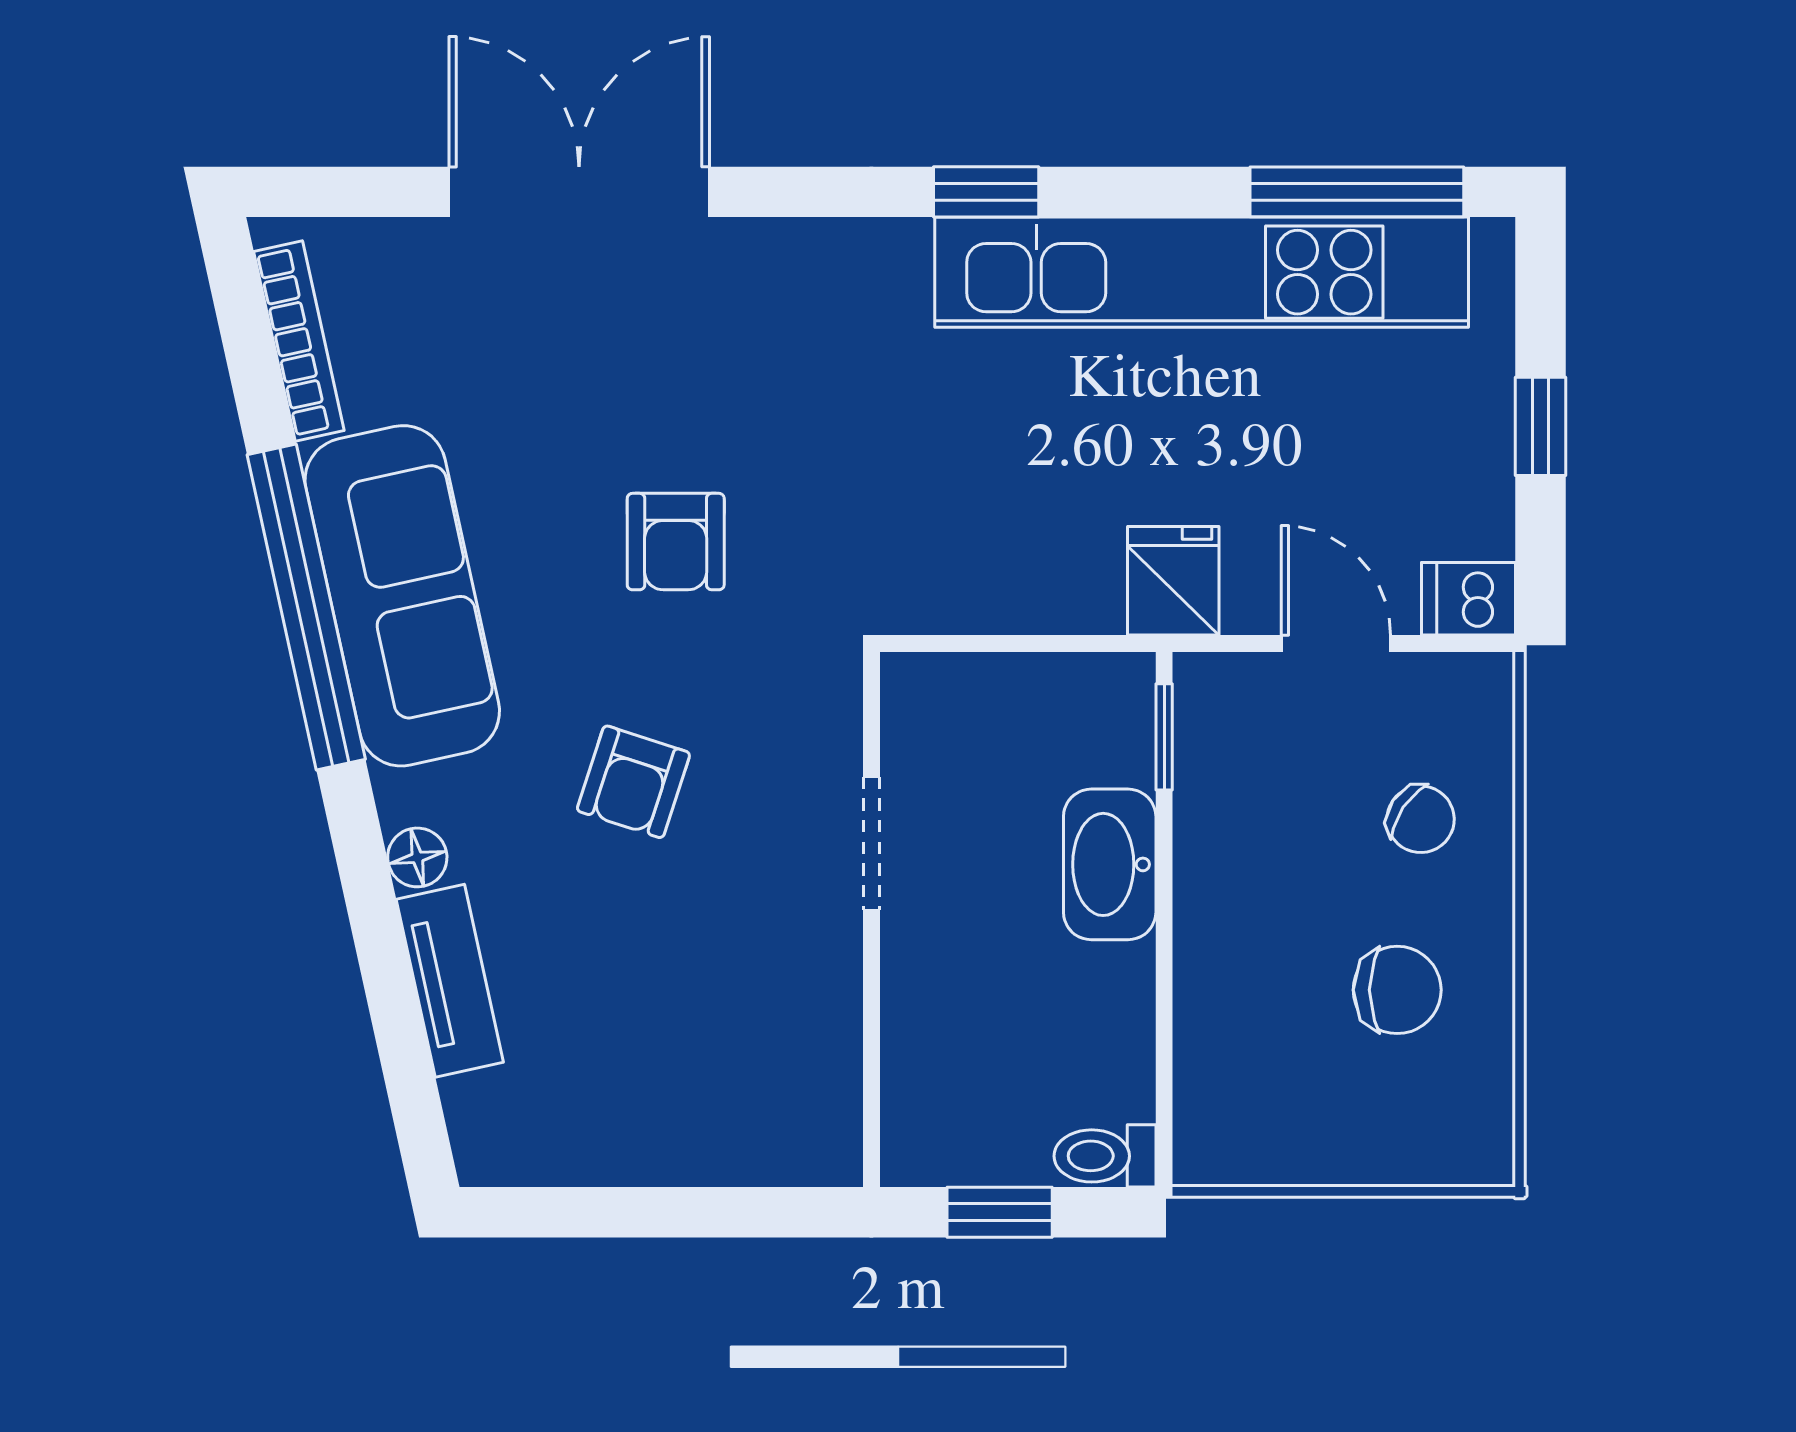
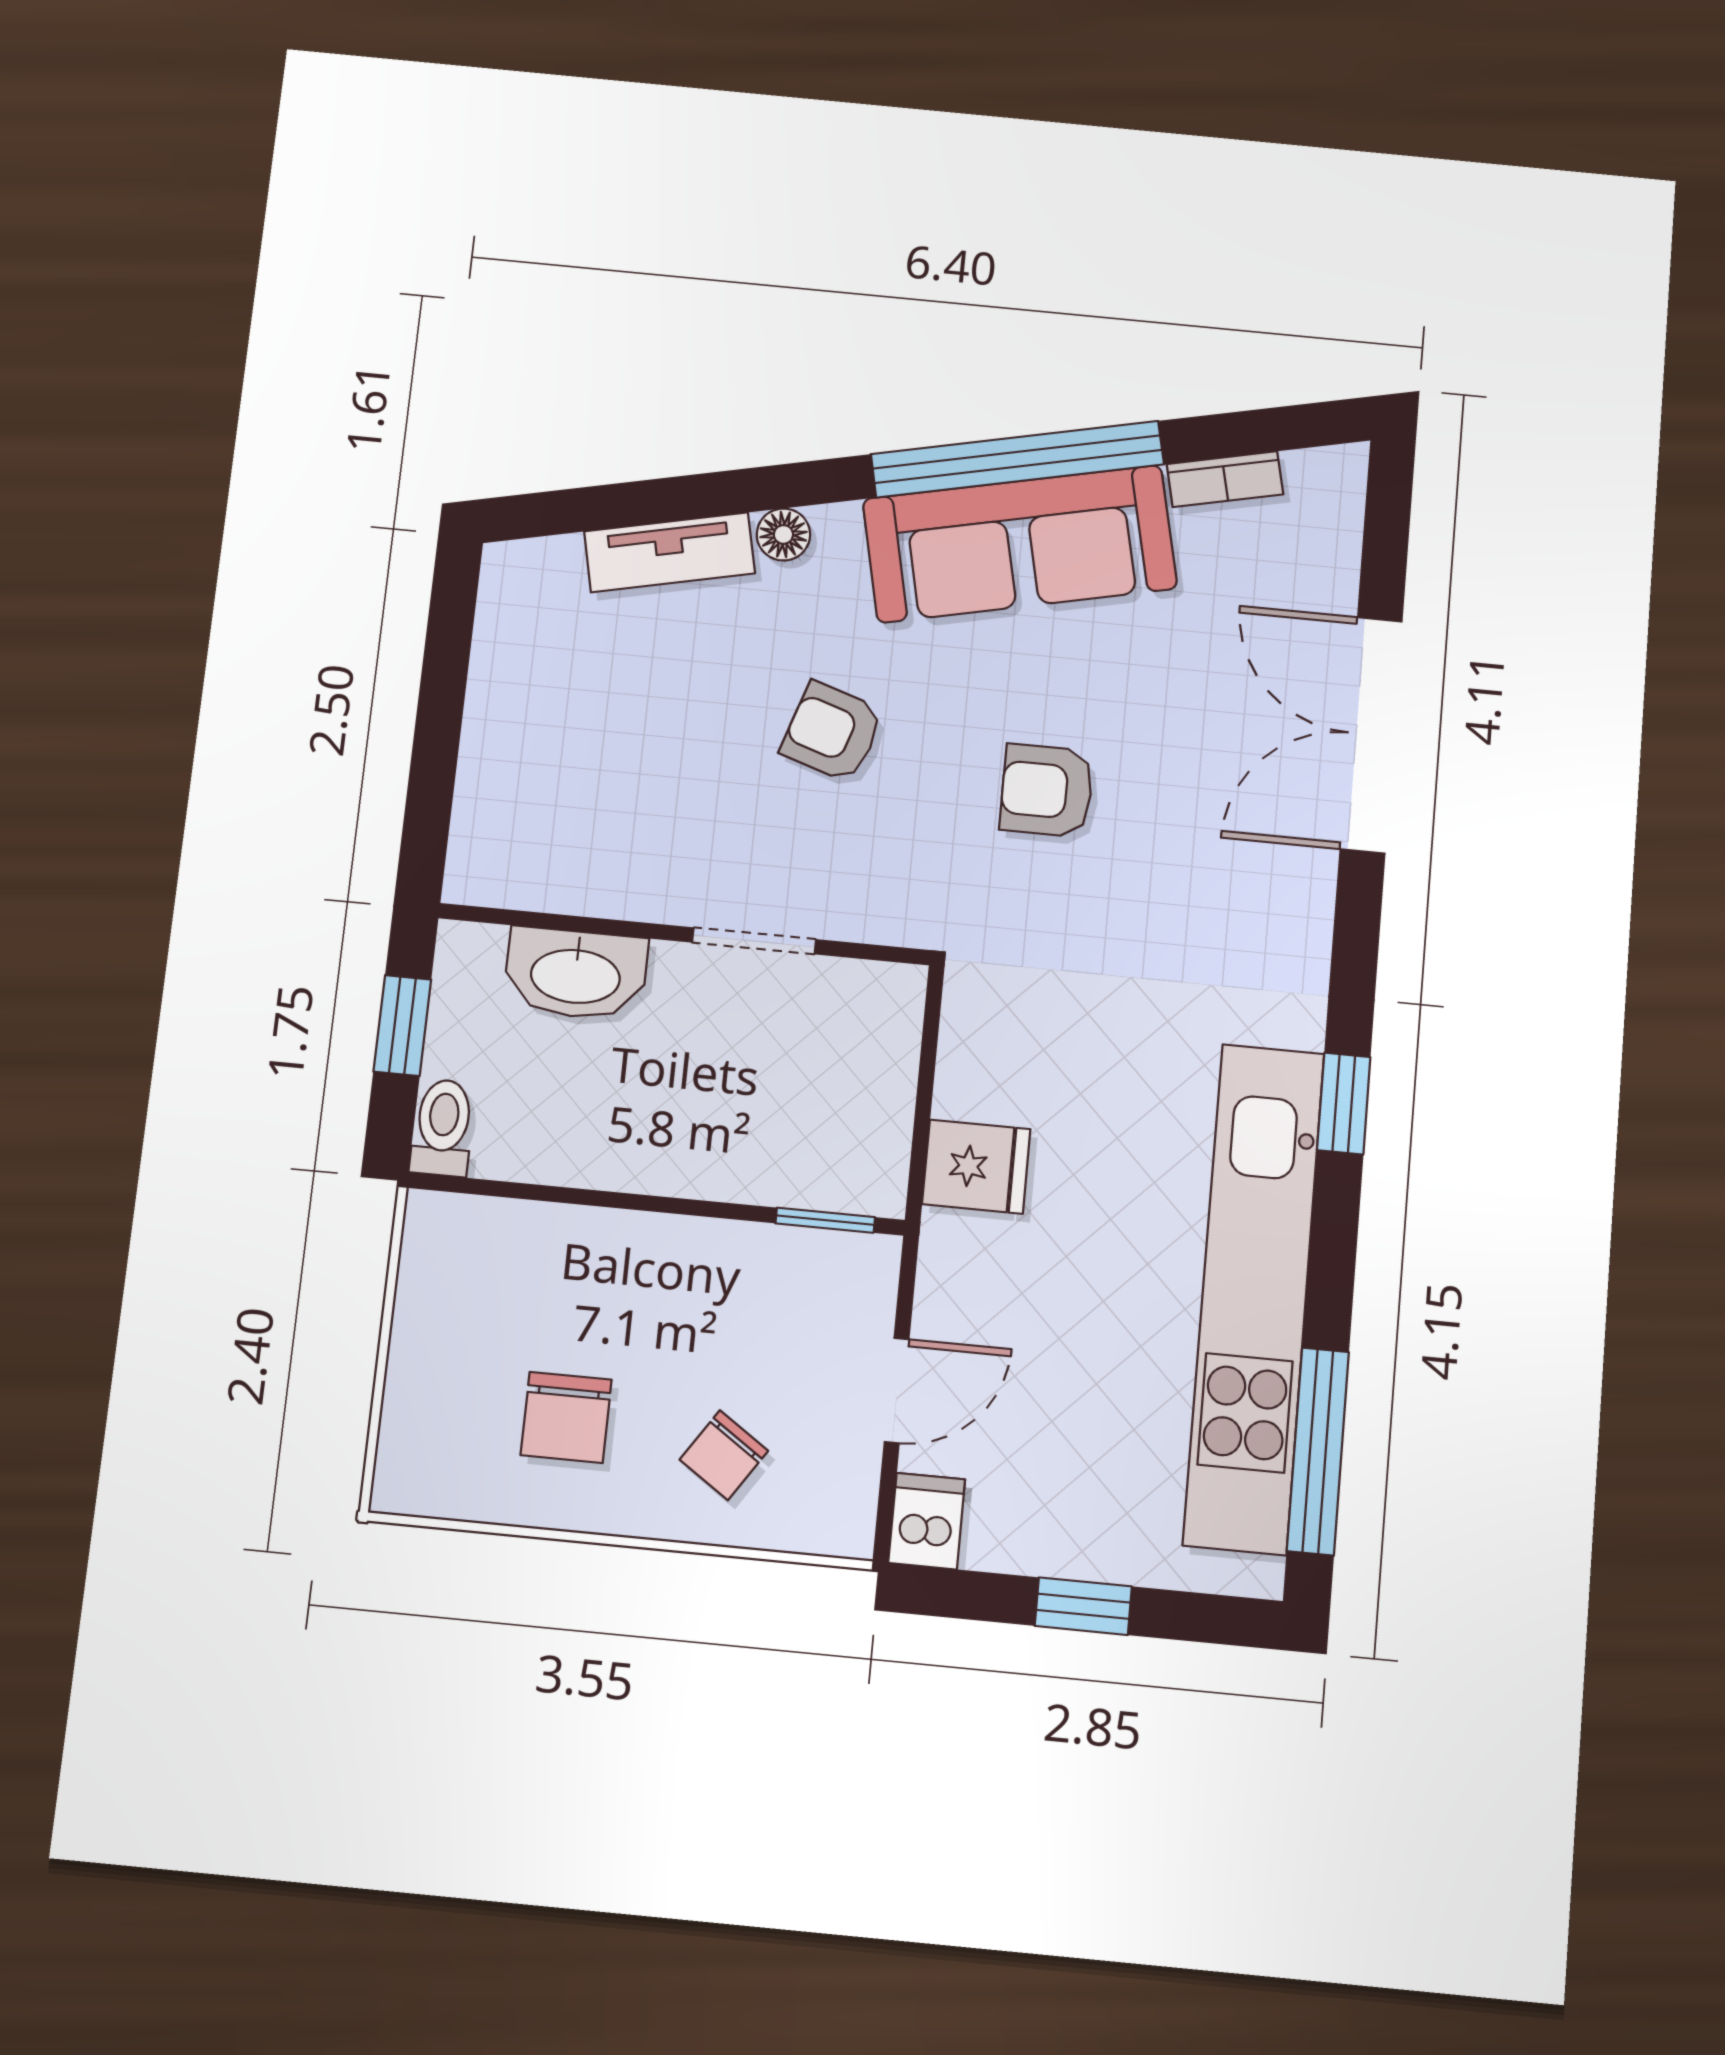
double door: (579, 192) -> (1371, 735), swing flipped
bookcase: (299, 341) -> (1225, 479), width x0.64
fridge: (1173, 581) -> (976, 1167), moved
washbasin: (1110, 864) -> (576, 974), moved, turned 180

